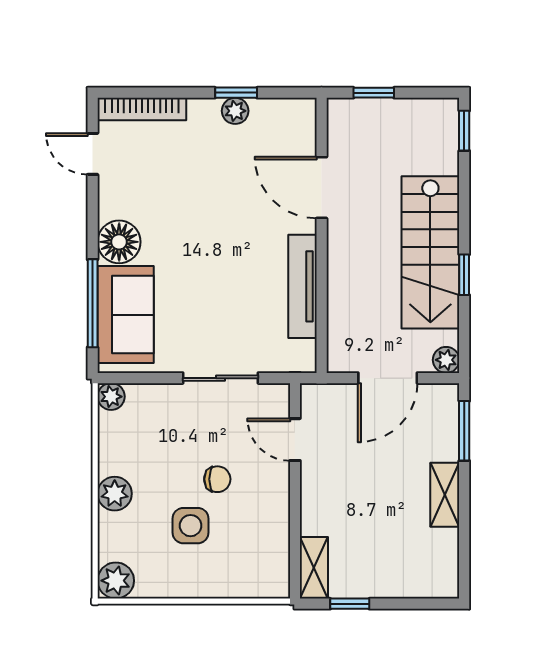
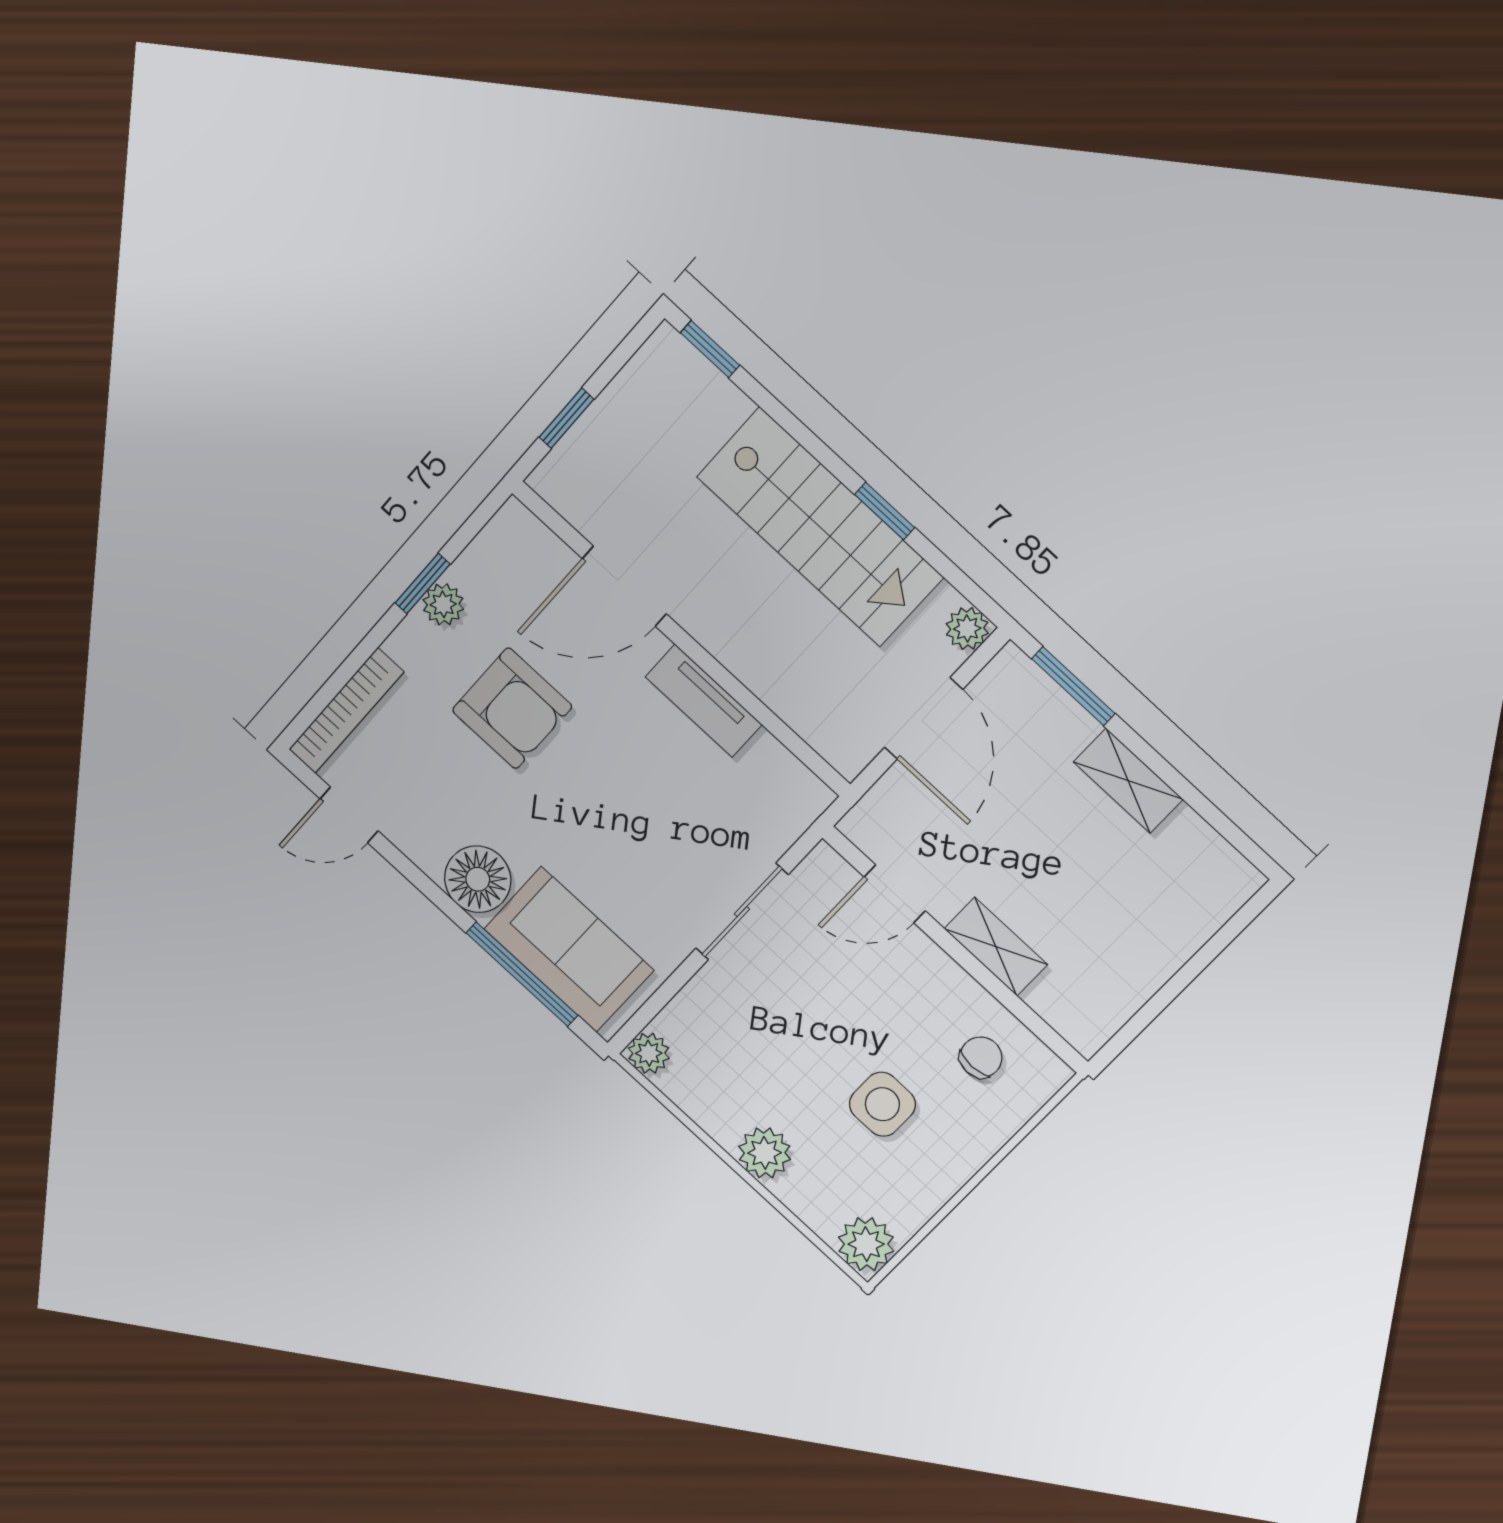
armchair: (216, 186) -> (512, 708), added
tv unit: (303, 286) -> (704, 701), width x0.71
chair: (217, 479) -> (981, 1057), moved
shelving: (314, 568) -> (996, 947), moved
window: (350, 604) -> (1150, 1011), removed

